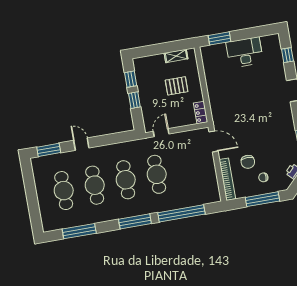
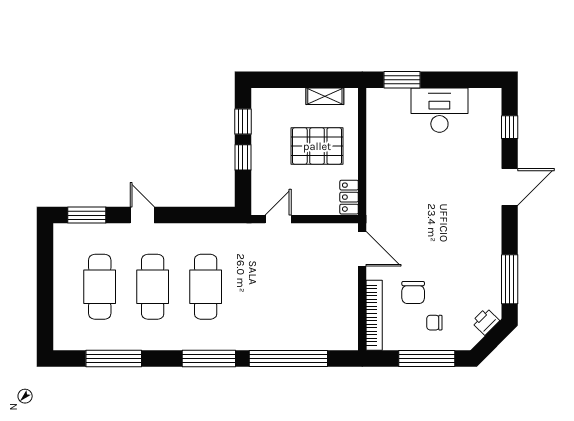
pallet: (177, 86) -> (317, 146), width x1.50, depth x1.42
cafe table: (157, 174) -> (259, 287), removed

